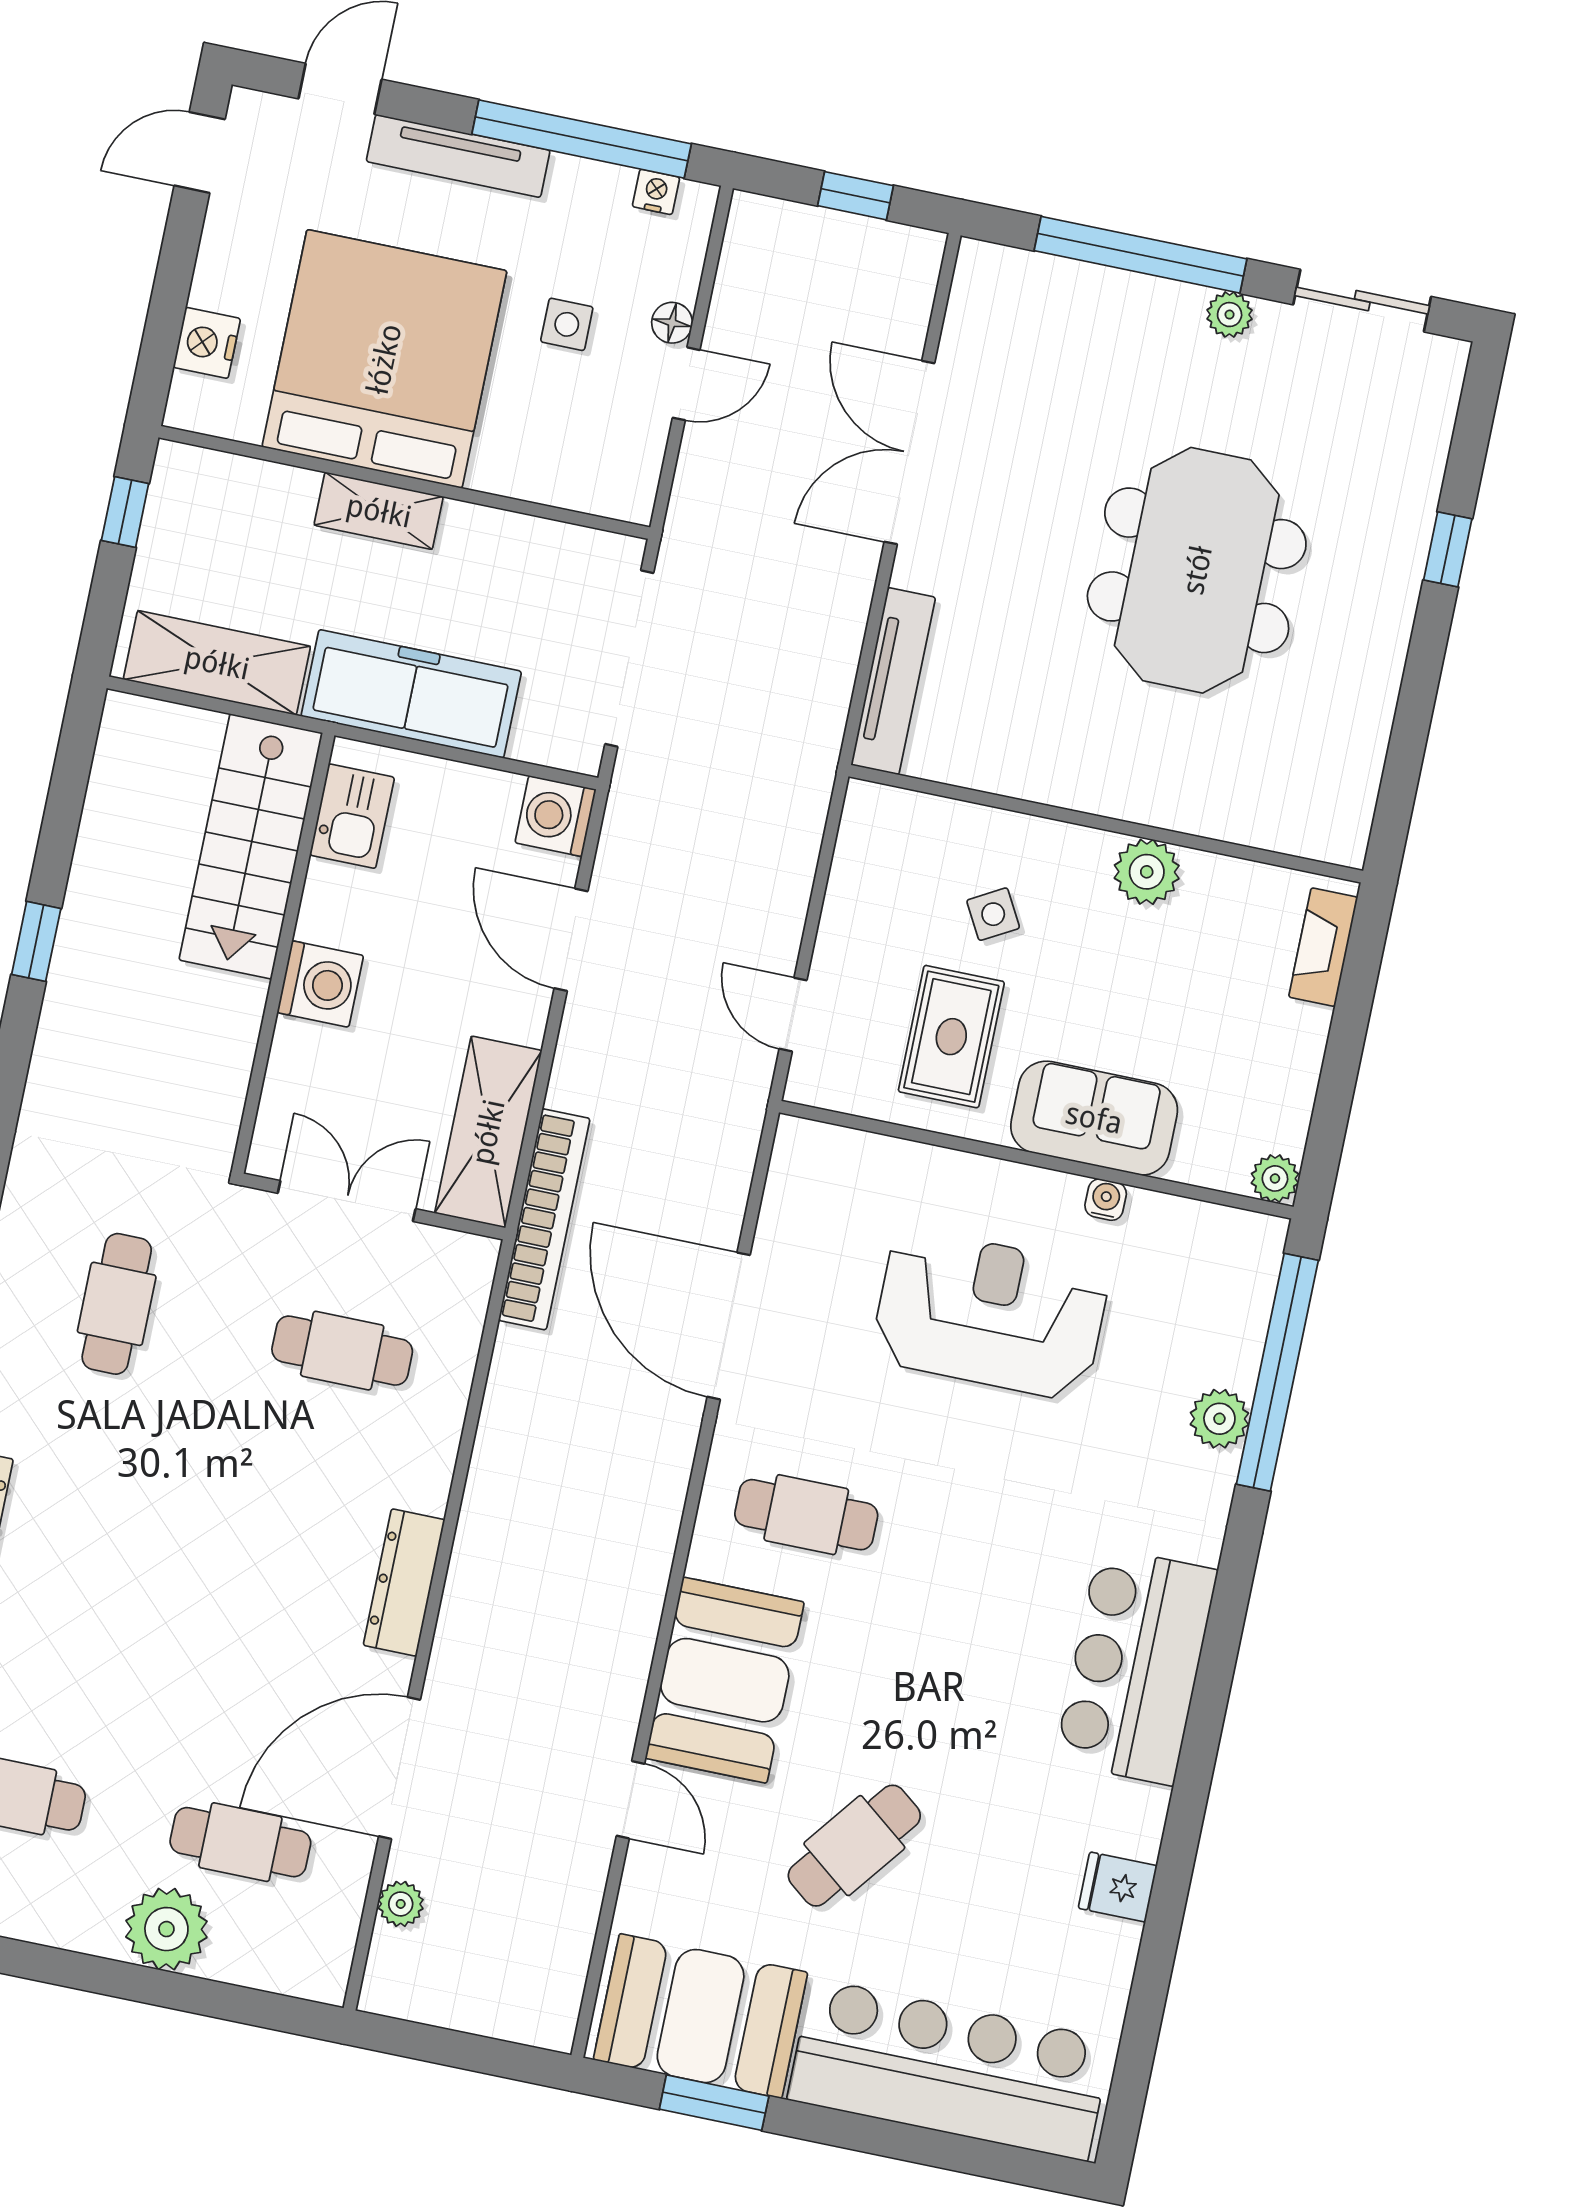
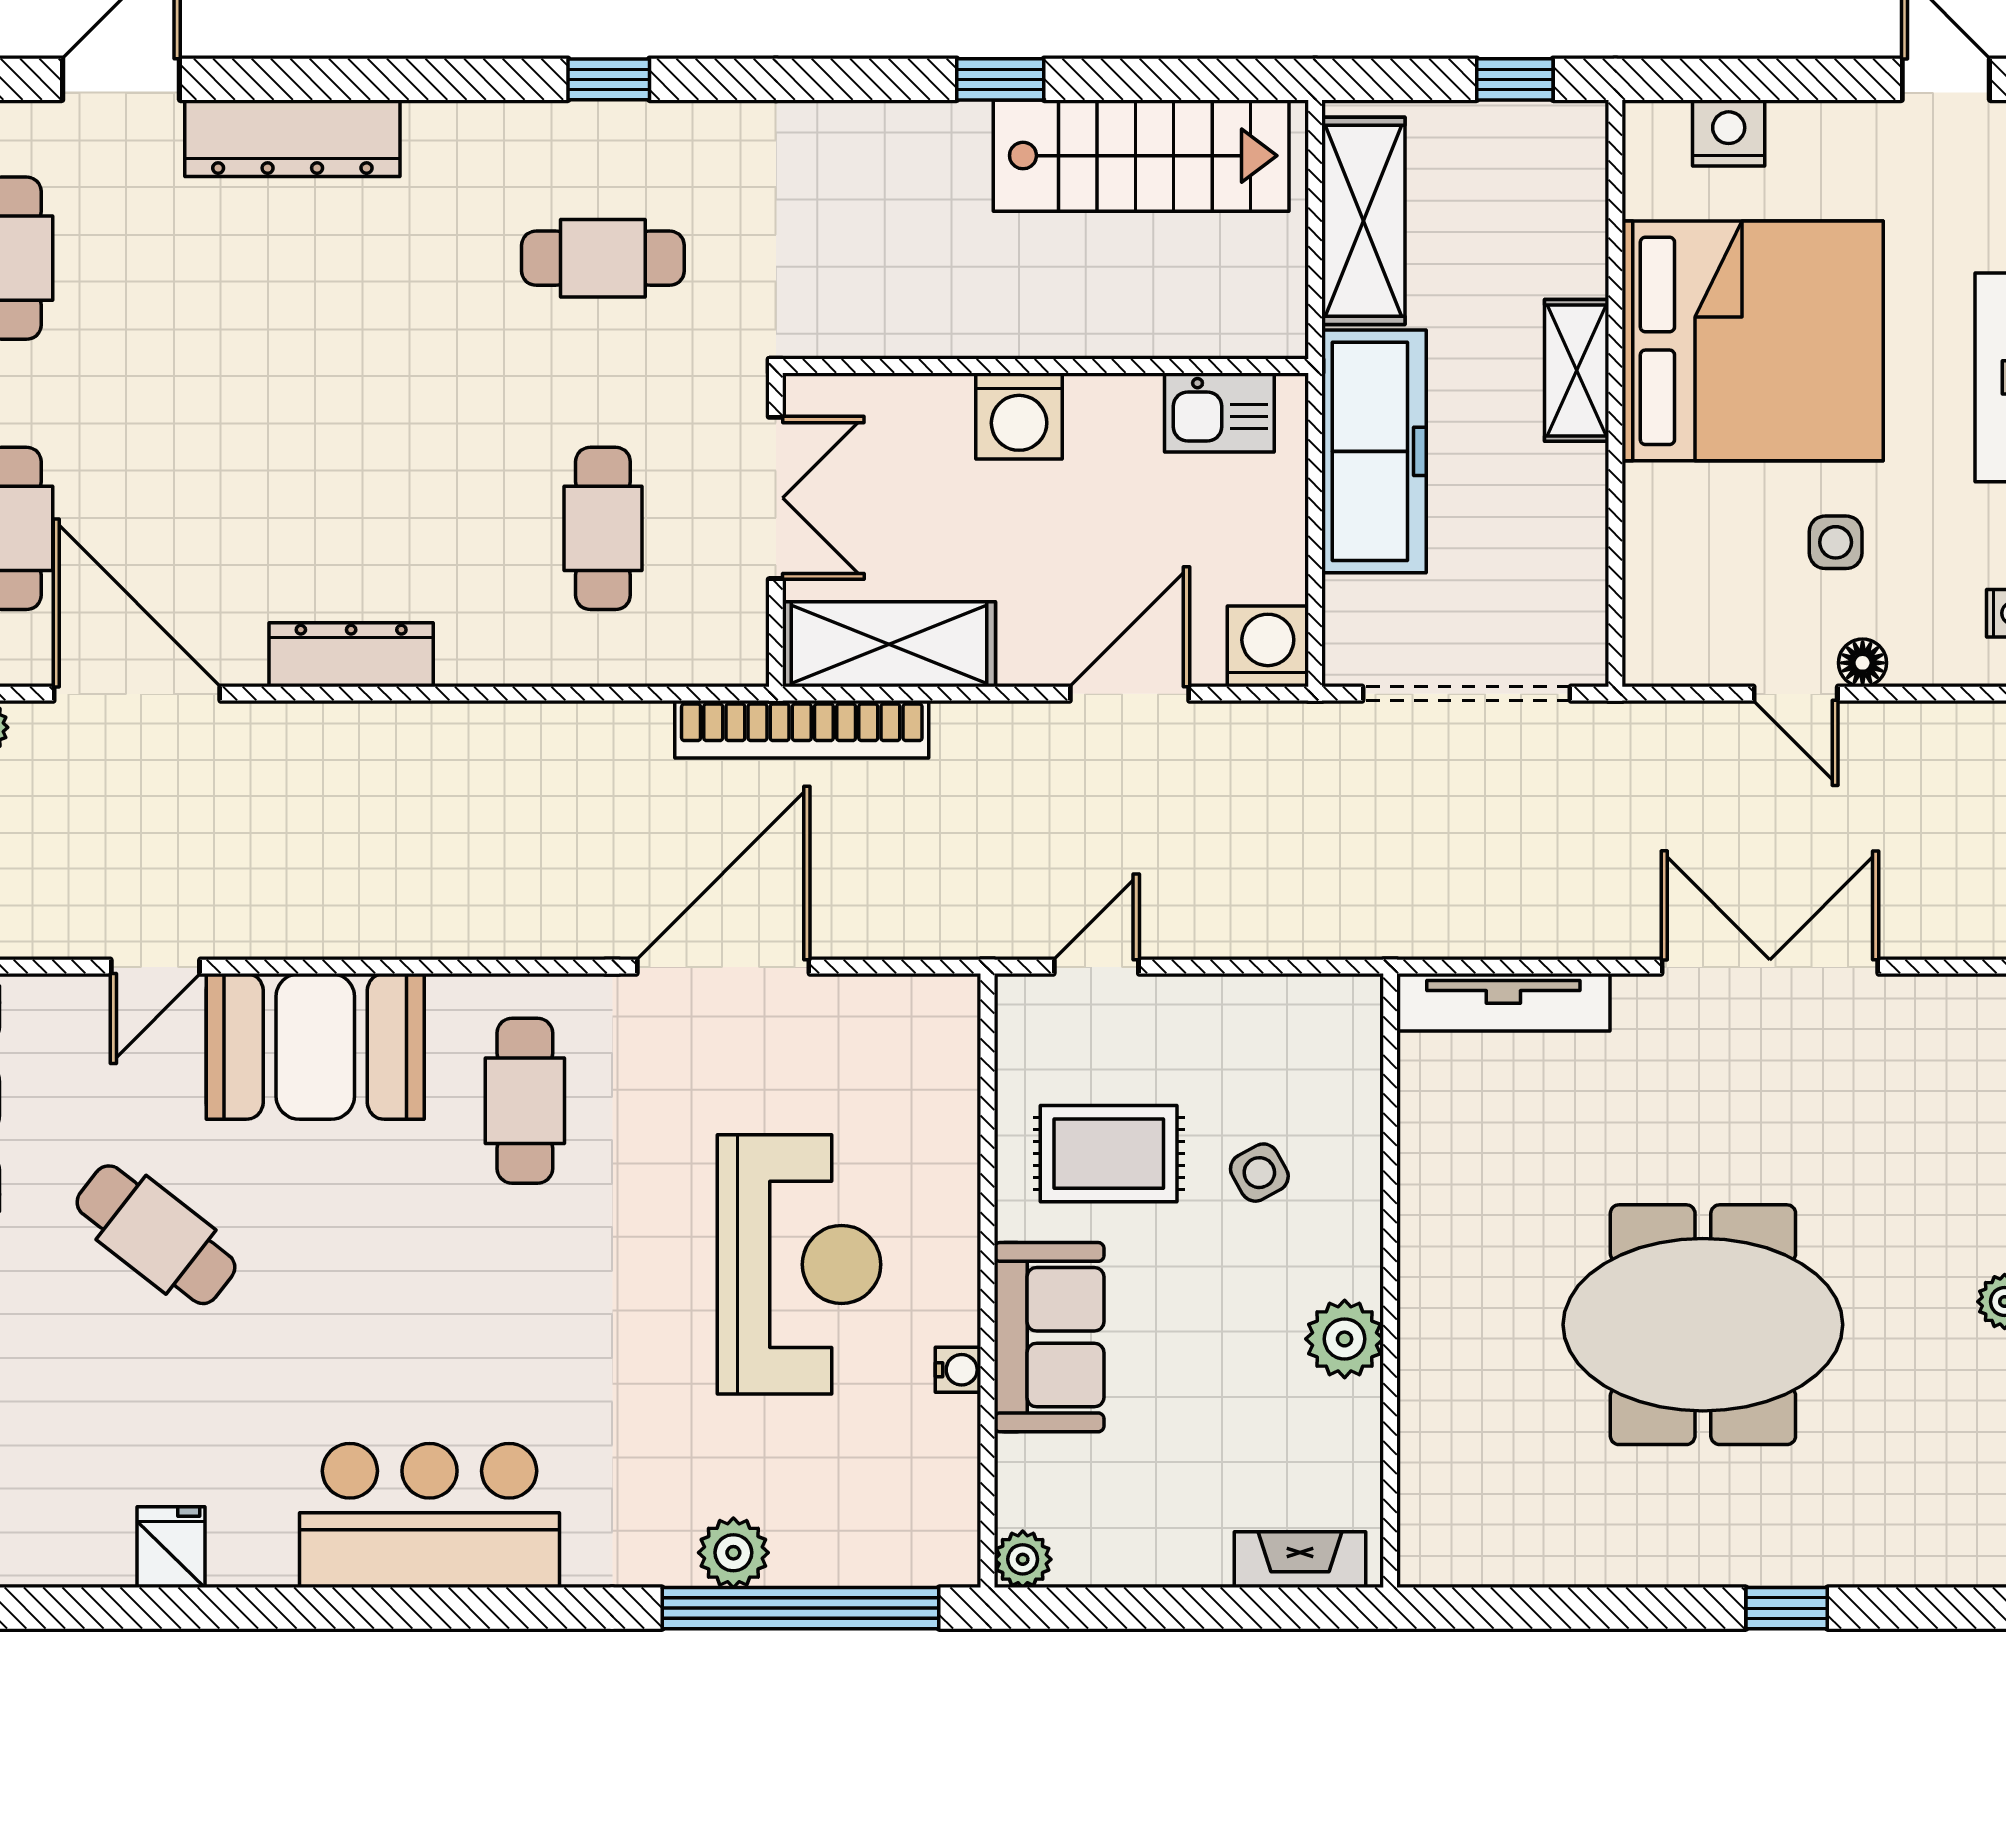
stairs: (251, 846) -> (1141, 156), moved, turned 180

